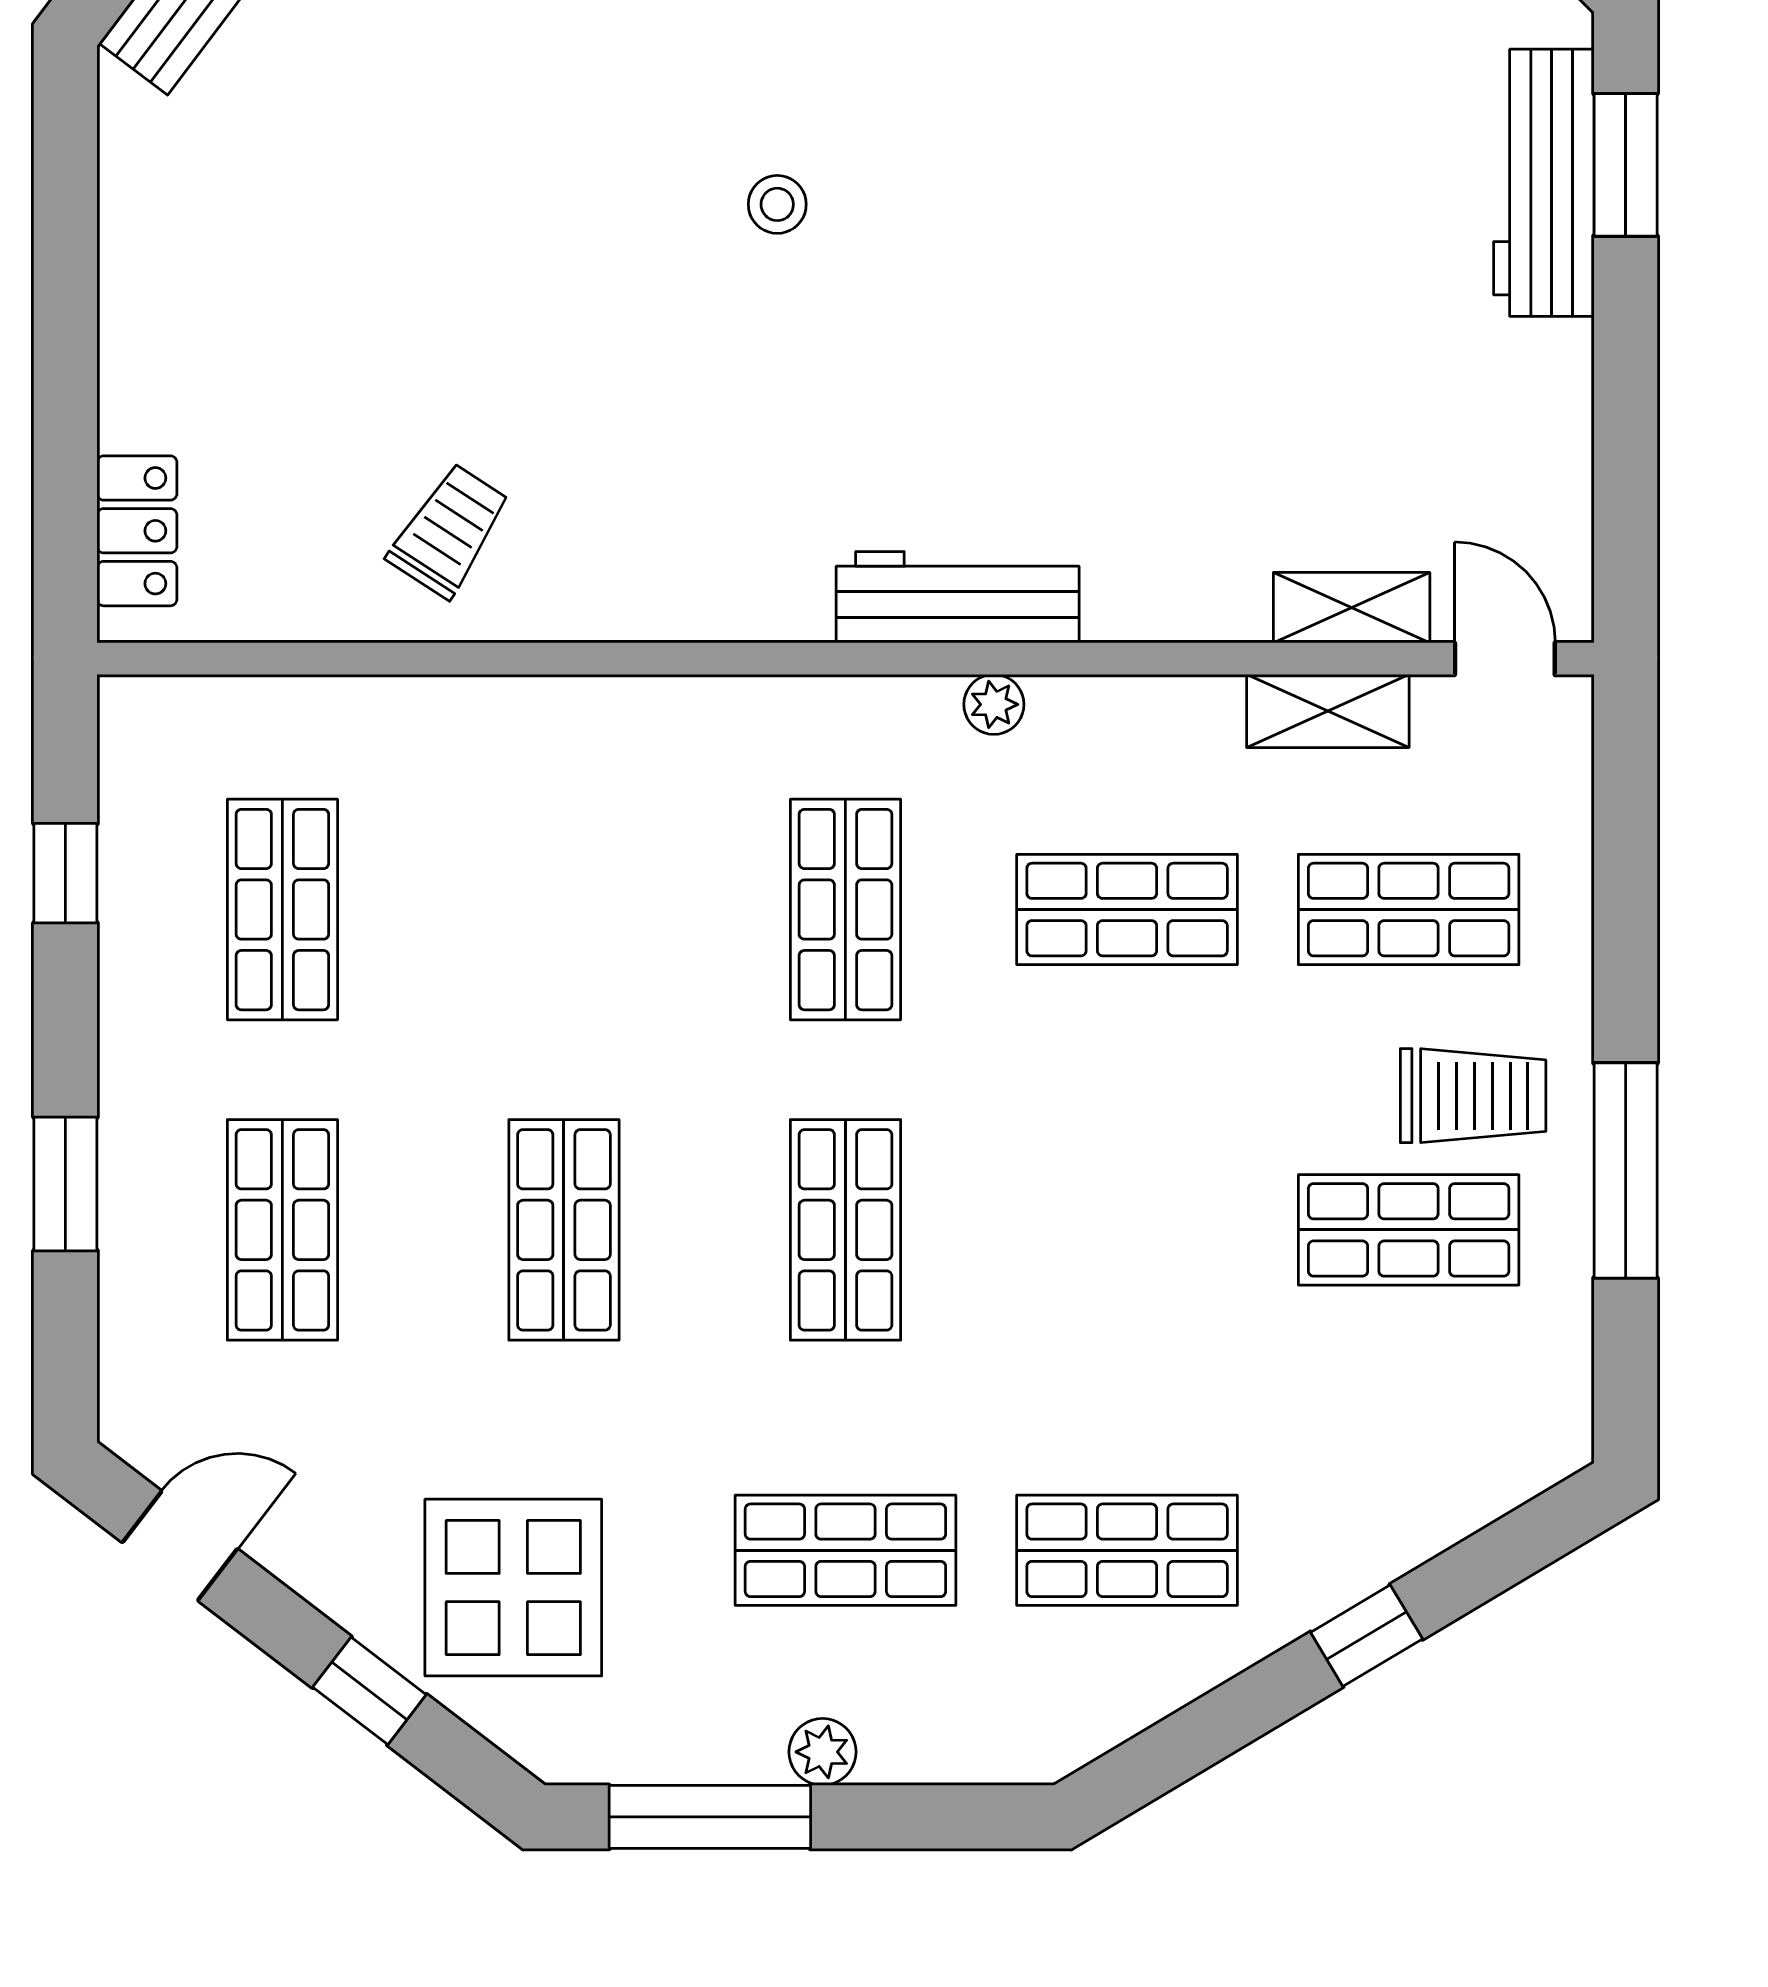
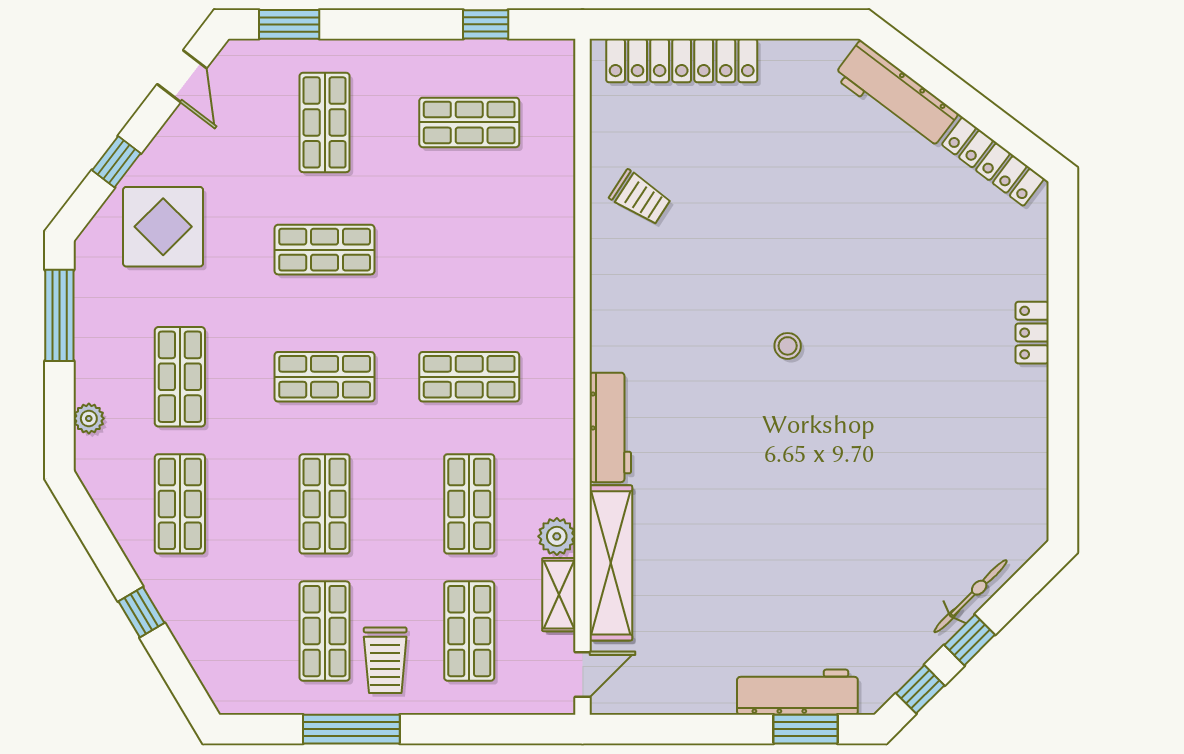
locker: (137, 531) -> (682, 61), width x2.16, depth x1.21
shelving: (1352, 608) -> (611, 563), width x2.20, depth x1.33
plant: (994, 704) -> (557, 536), moved, width x1.38, depth x1.38
window: (65, 1184) -> (289, 24), moved
shop shelf: (282, 1230) -> (325, 122), turned 90
shop shelf: (1127, 1230) -> (325, 504), added
plant: (823, 1752) -> (89, 418), moved

